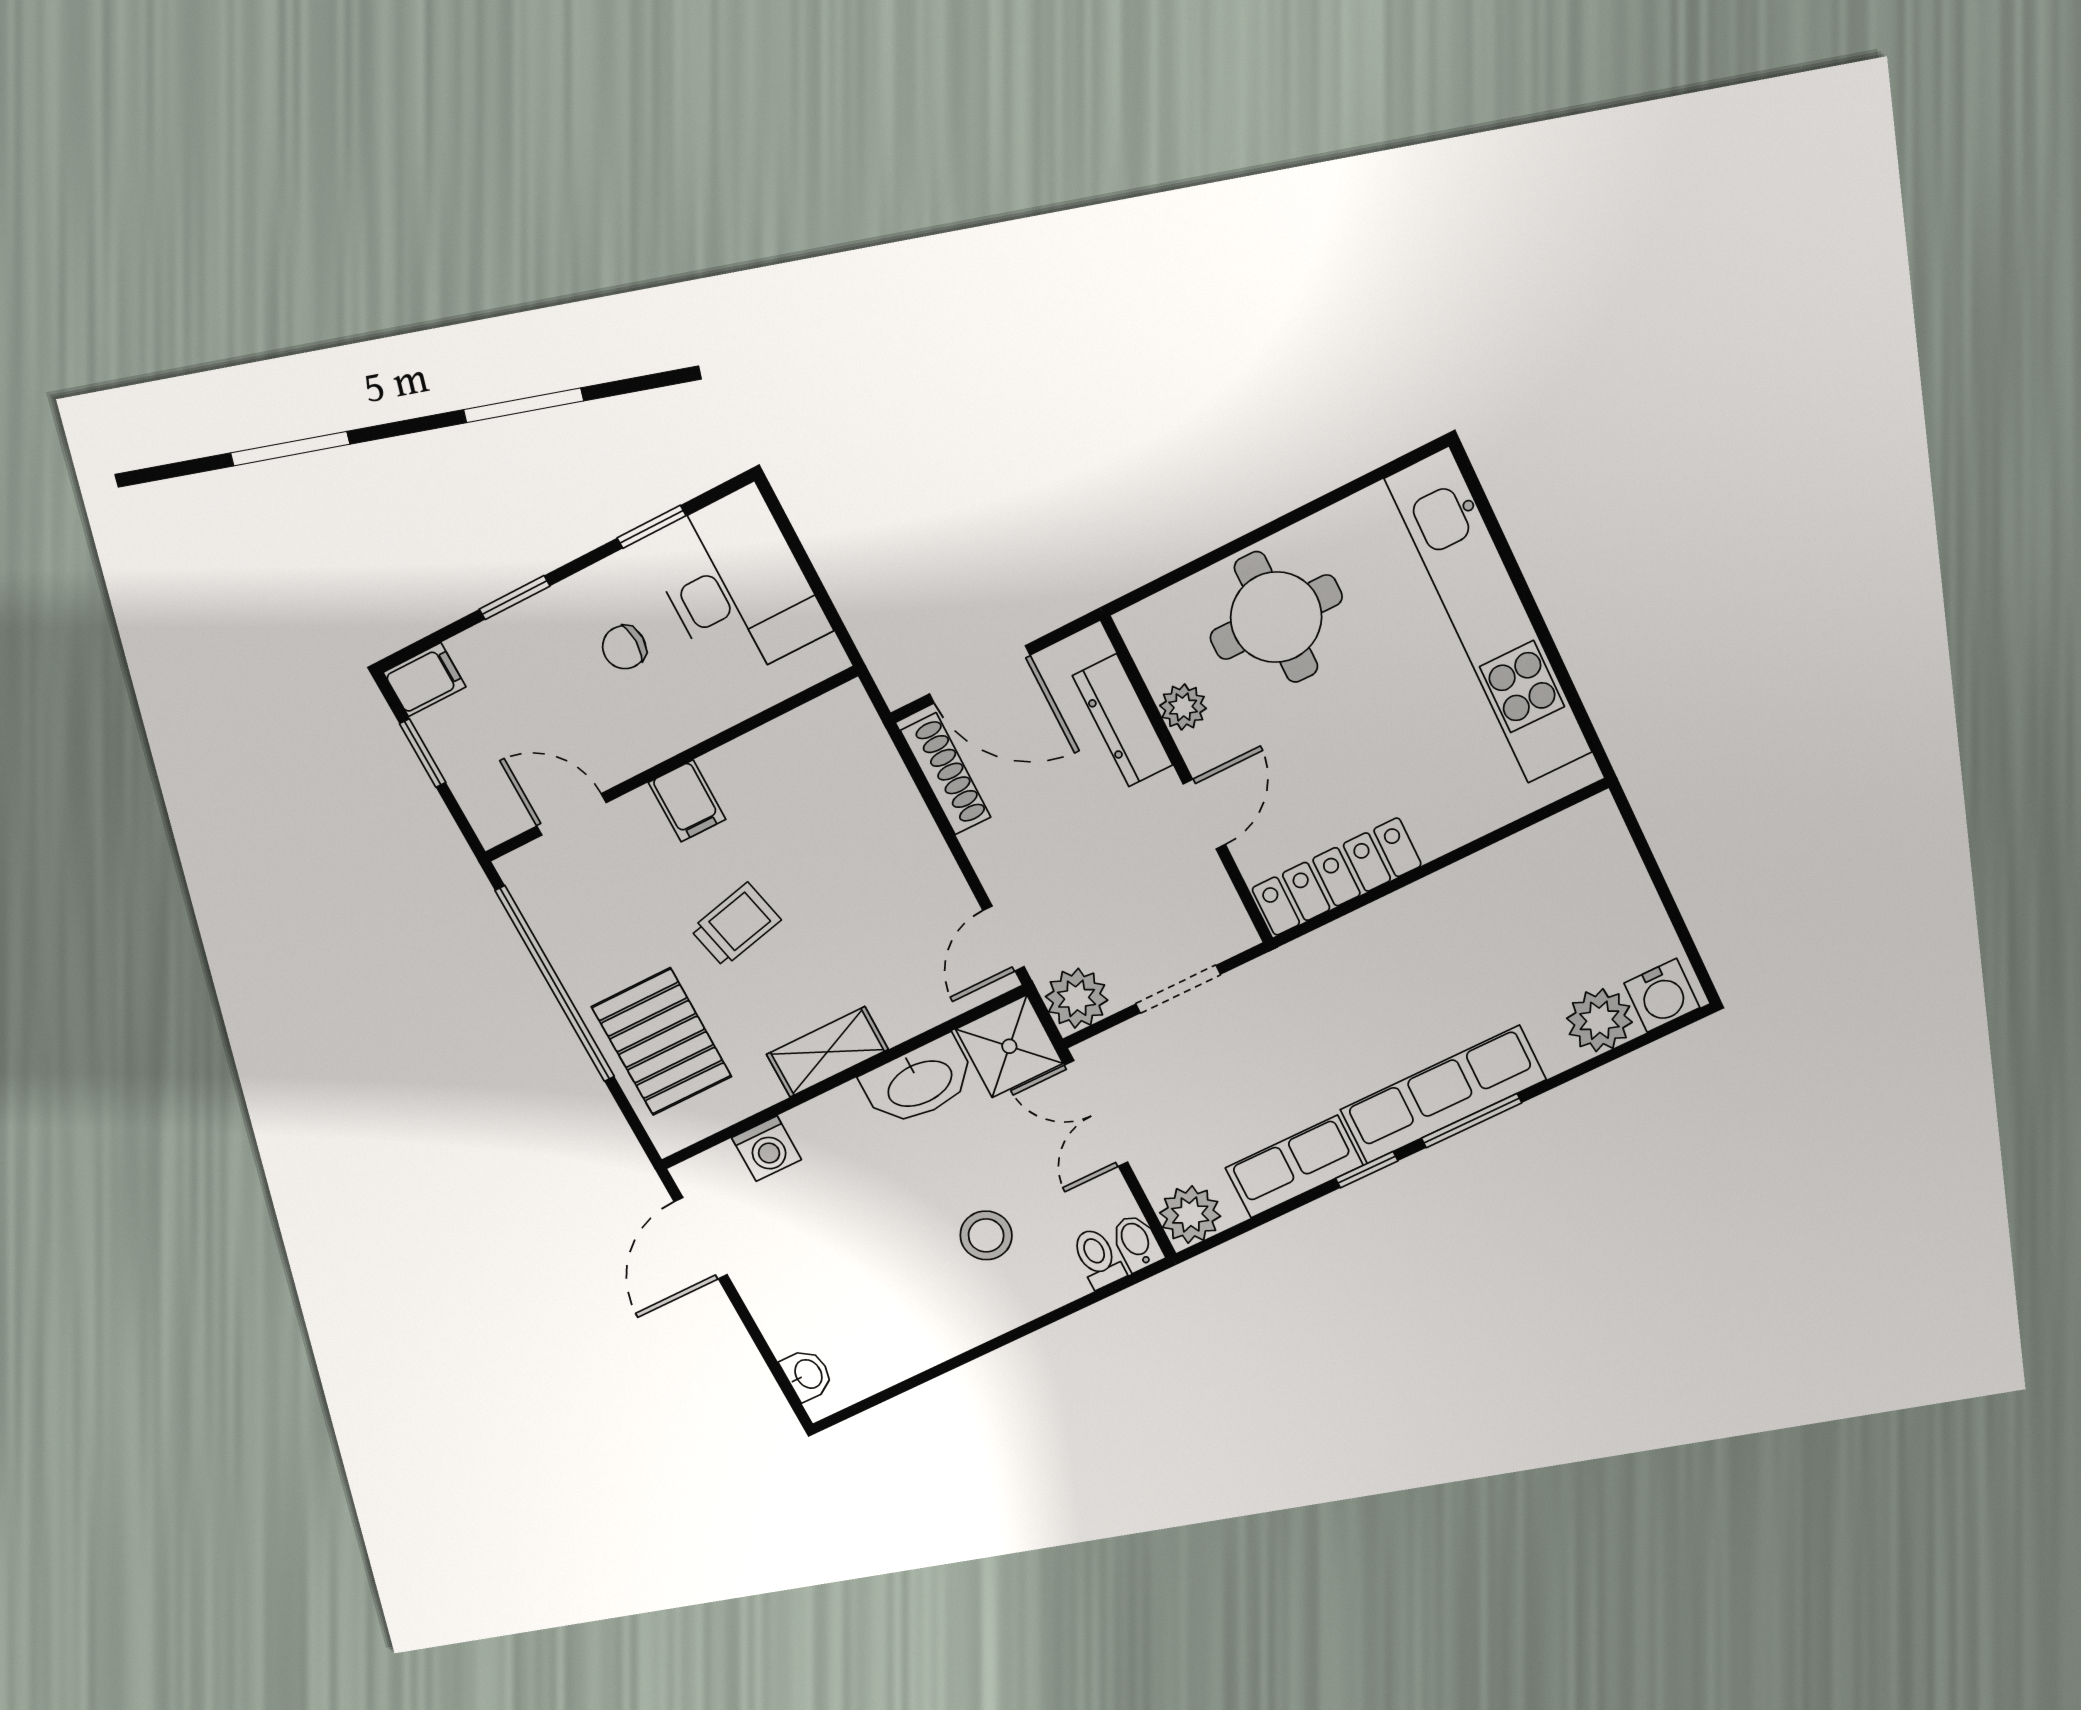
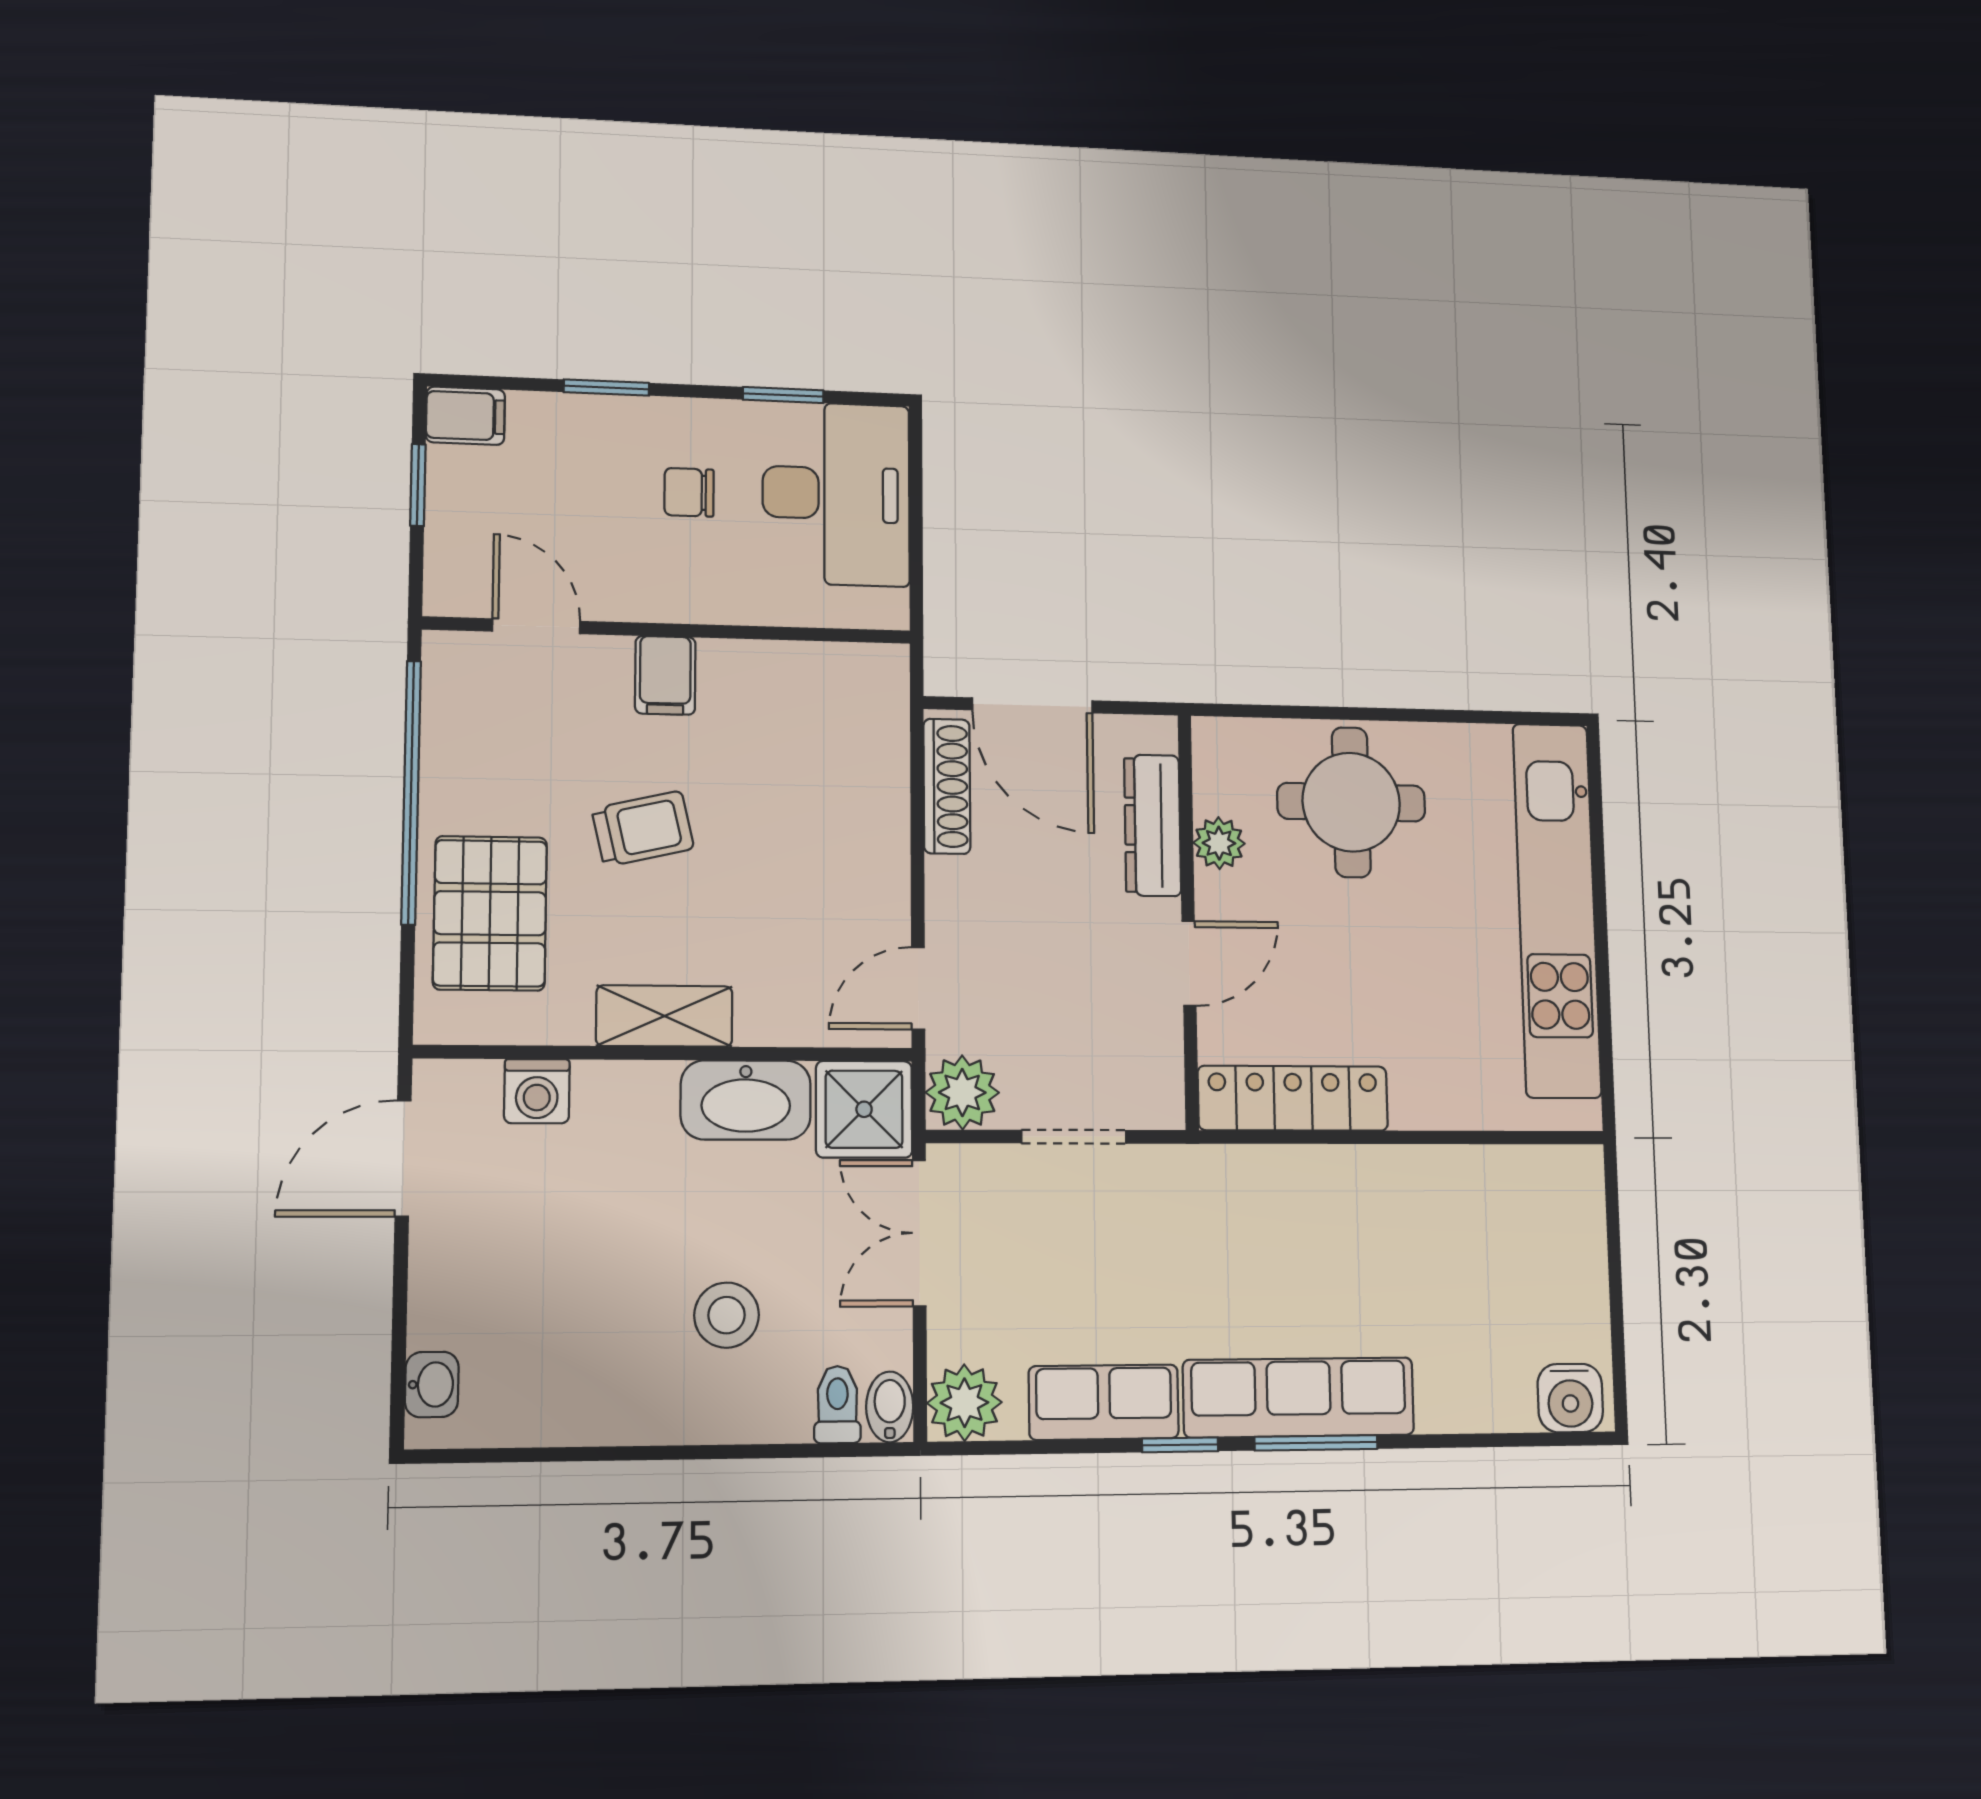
plant: (1599, 1020) -> (1496, 1394), removed

